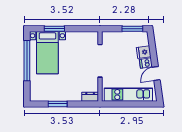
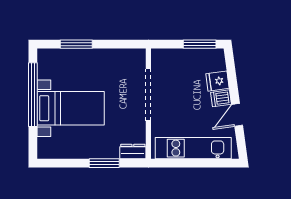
bed with nightstands: (47, 53) -> (71, 108), moved, turned -90
window: (58, 104) -> (104, 163), moved

